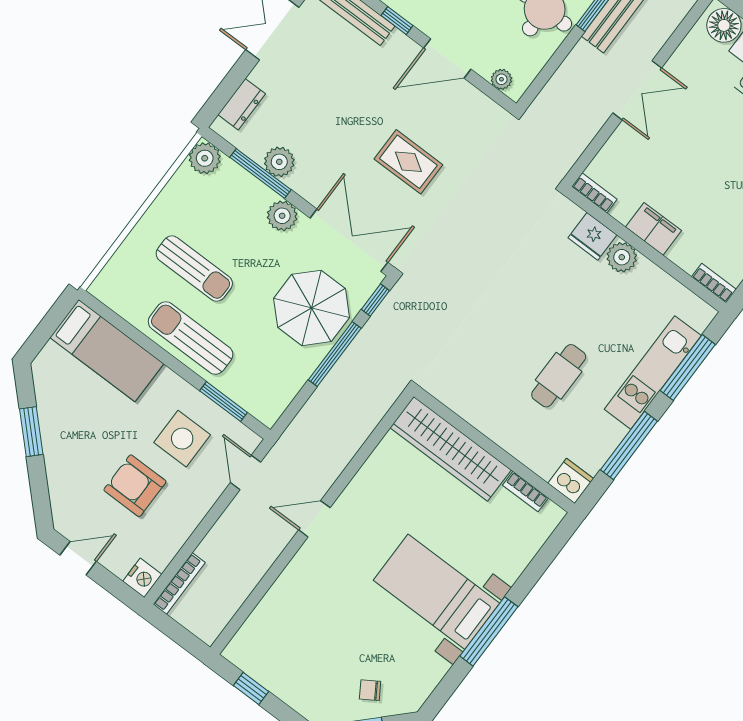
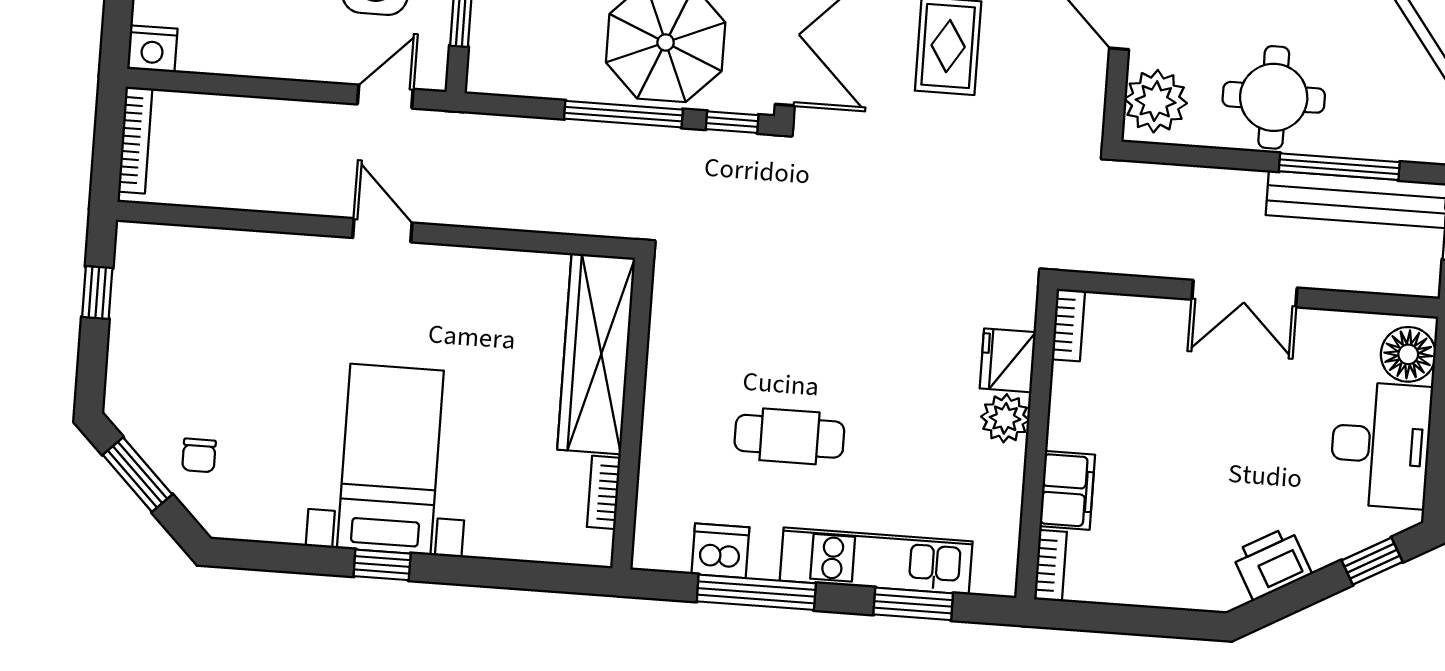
plant: (501, 79) -> (1156, 101), width x1.87, depth x1.87
filing cabinet: (653, 229) -> (1067, 490), moved
window: (688, 368) -> (913, 604), width x0.69
dishwasher: (571, 481) -> (720, 551), moved, turned -90
bookcase: (179, 583) -> (135, 140), moved, turned -90
window: (489, 631) -> (382, 565), width x0.46
chair: (370, 690) -> (199, 455), turned -148

